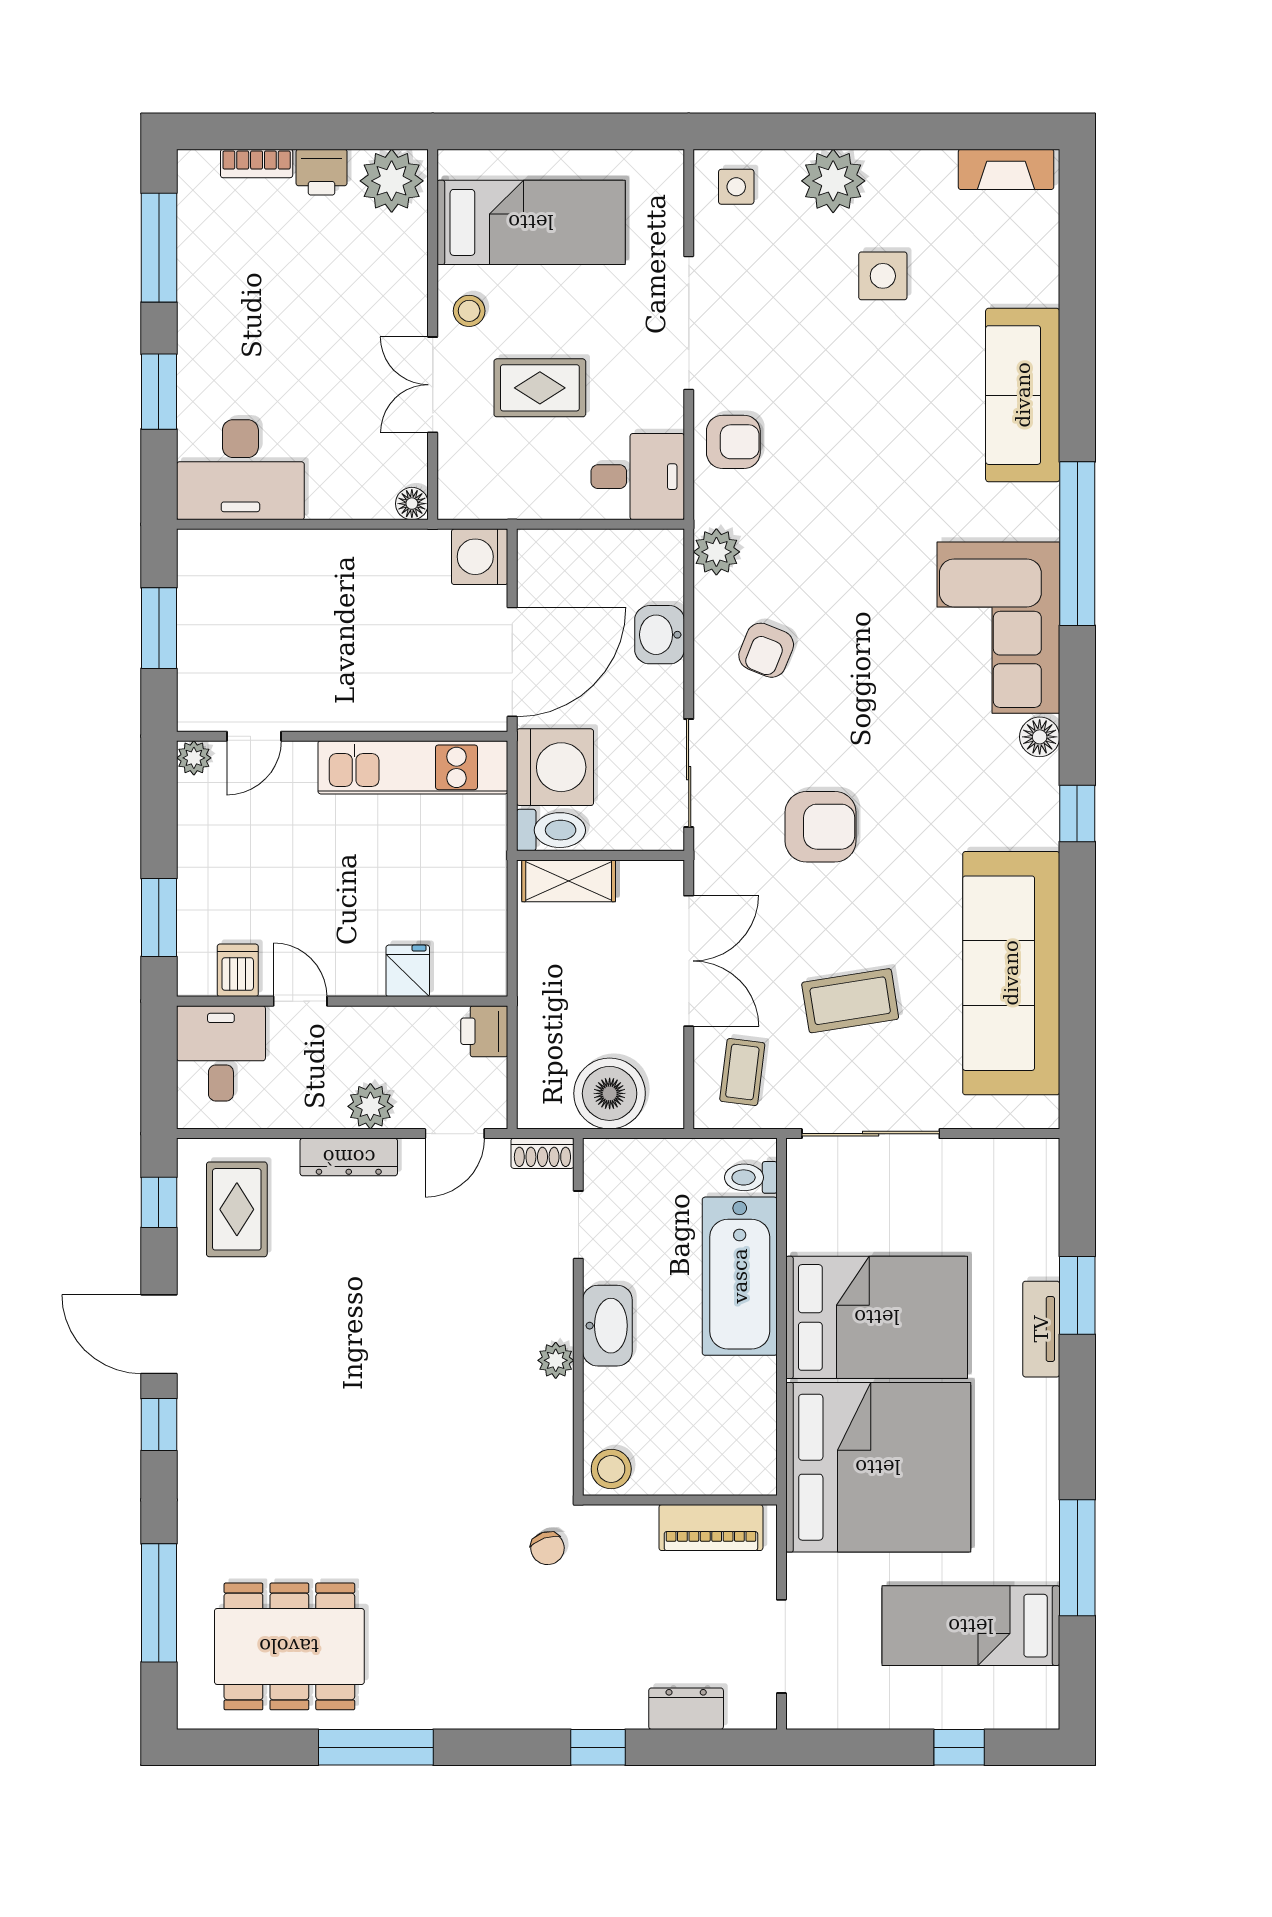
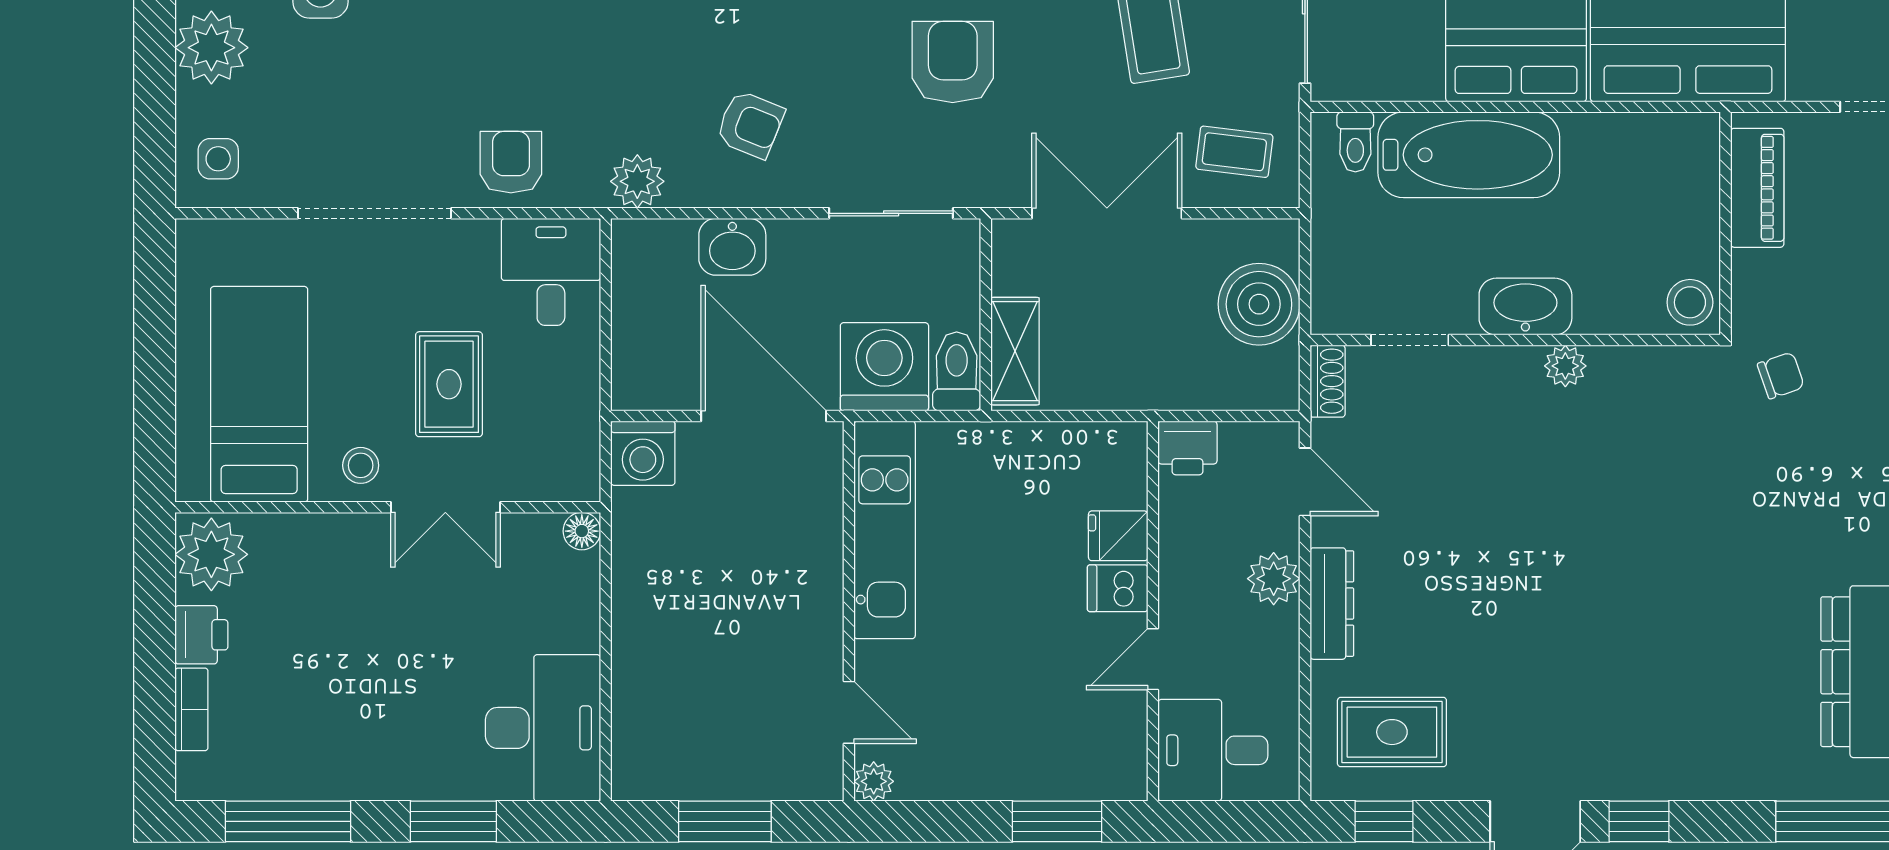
dishwasher: (238, 970) -> (1118, 588), moved

